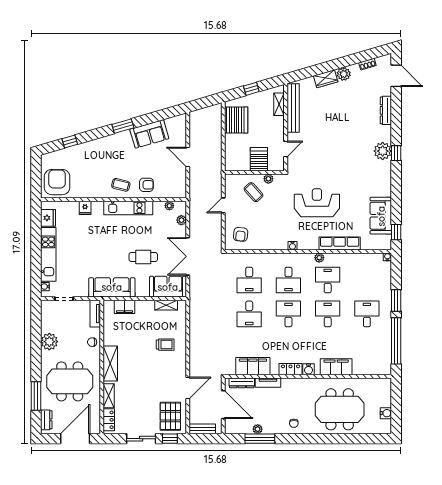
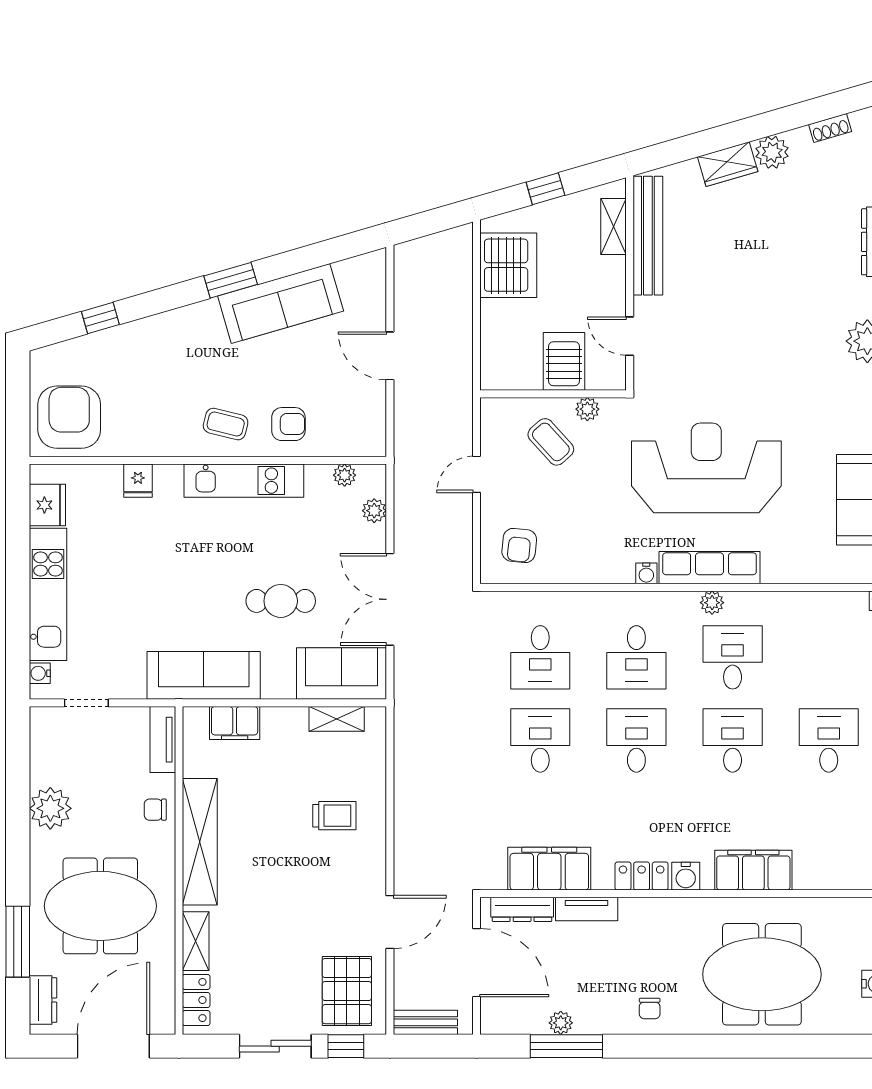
sofa: (149, 134) -> (281, 304), width x1.36
door: (286, 149) -> (630, 336), swing flipped
reception desk: (317, 203) -> (706, 468), width x1.36, depth x1.30
row of seats: (340, 243) -> (710, 568), moved
desk: (249, 314) -> (540, 741), turned 180
shelving: (110, 363) -> (200, 842), width x1.47

